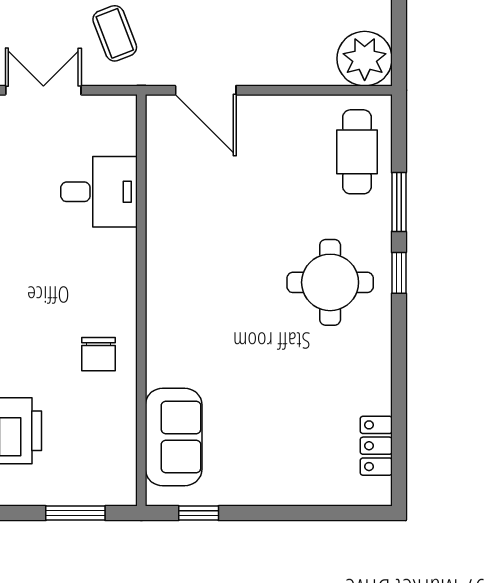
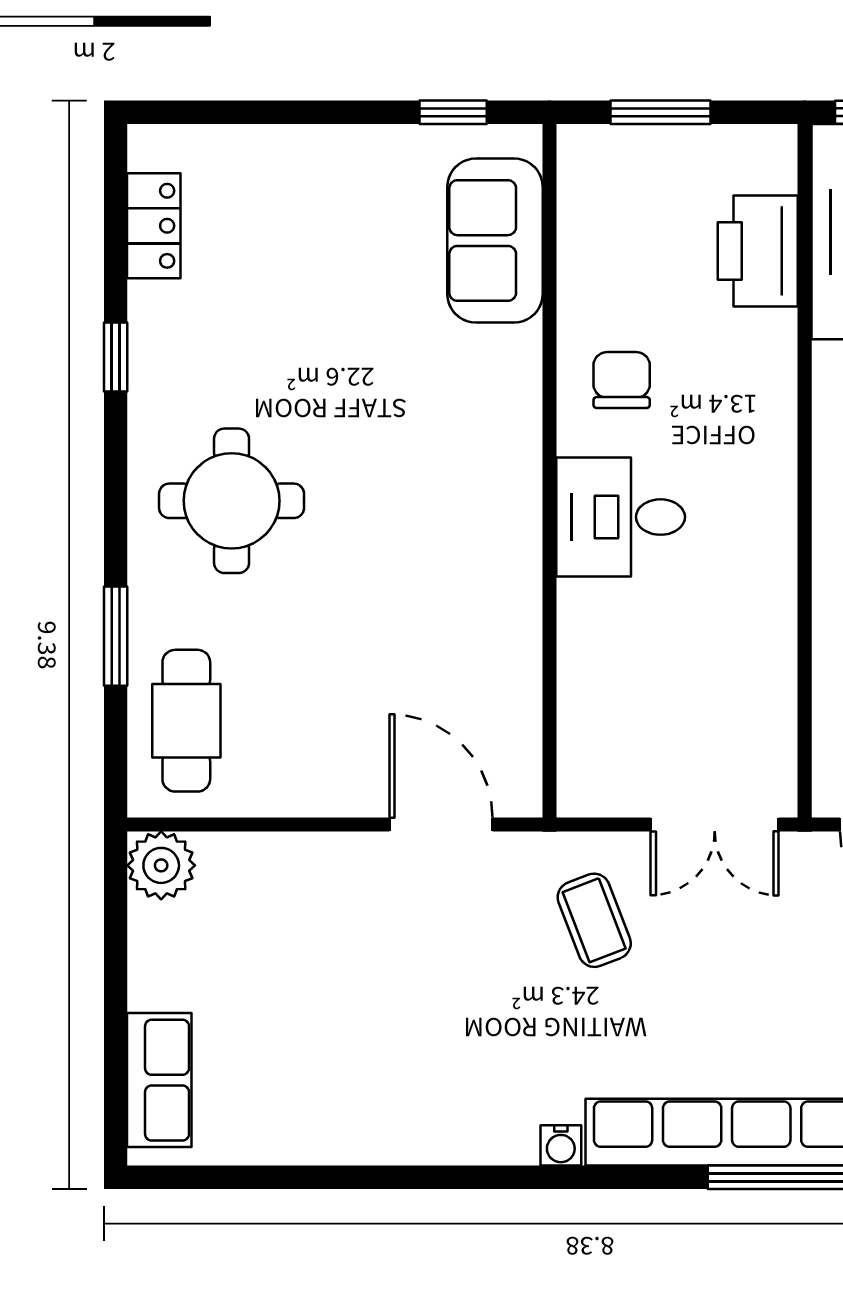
plant: (365, 59) -> (161, 865), width x0.73, depth x0.73
desk: (99, 192) -> (621, 517), moved
window: (399, 273) -> (116, 357), moved

